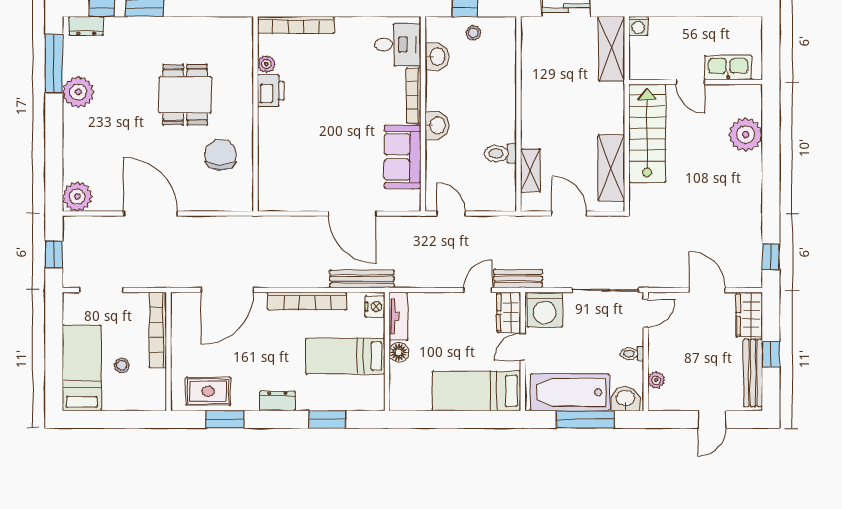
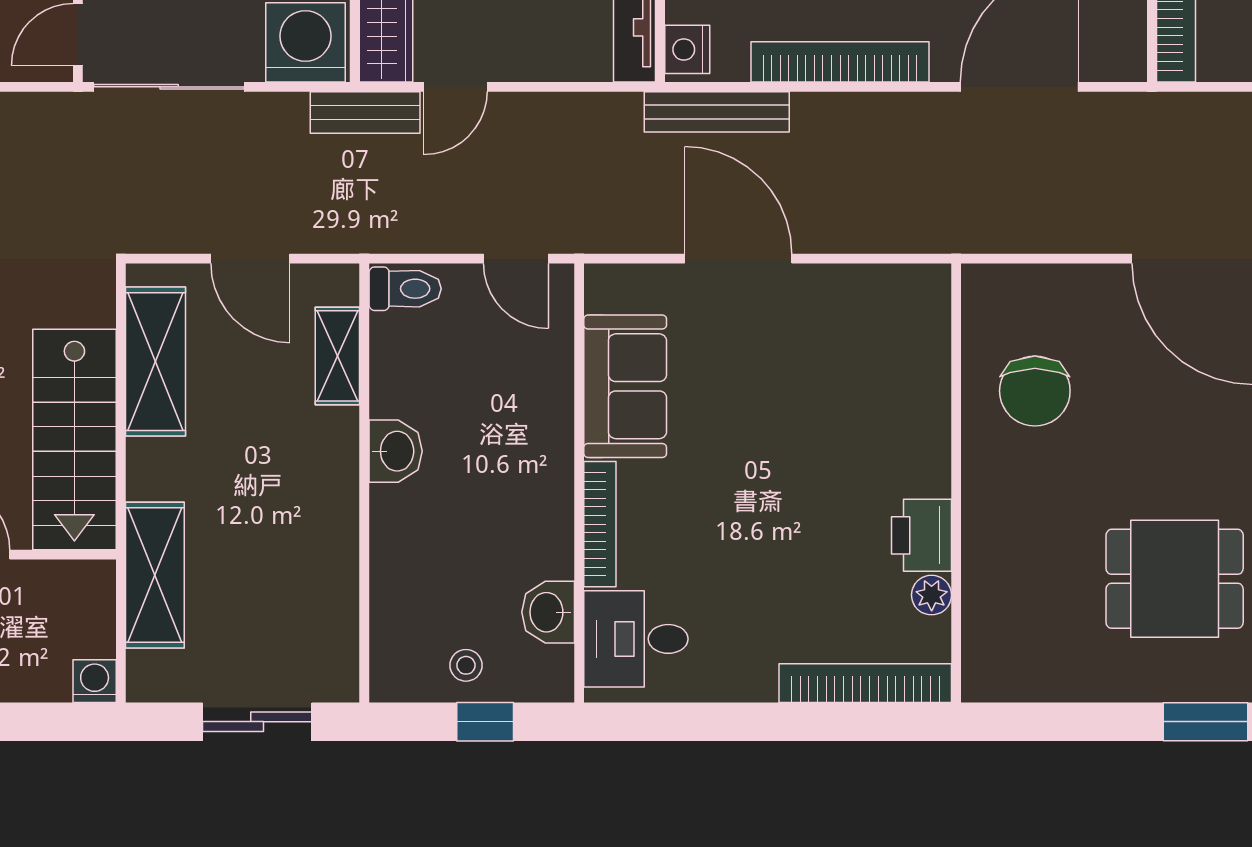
shelving: (612, 49) -> (155, 575), moved
dining table: (185, 95) -> (1175, 579), moved, turned 90
washbasin: (437, 125) -> (396, 451), moved, turned 180
toilet: (500, 153) -> (405, 289), moved

